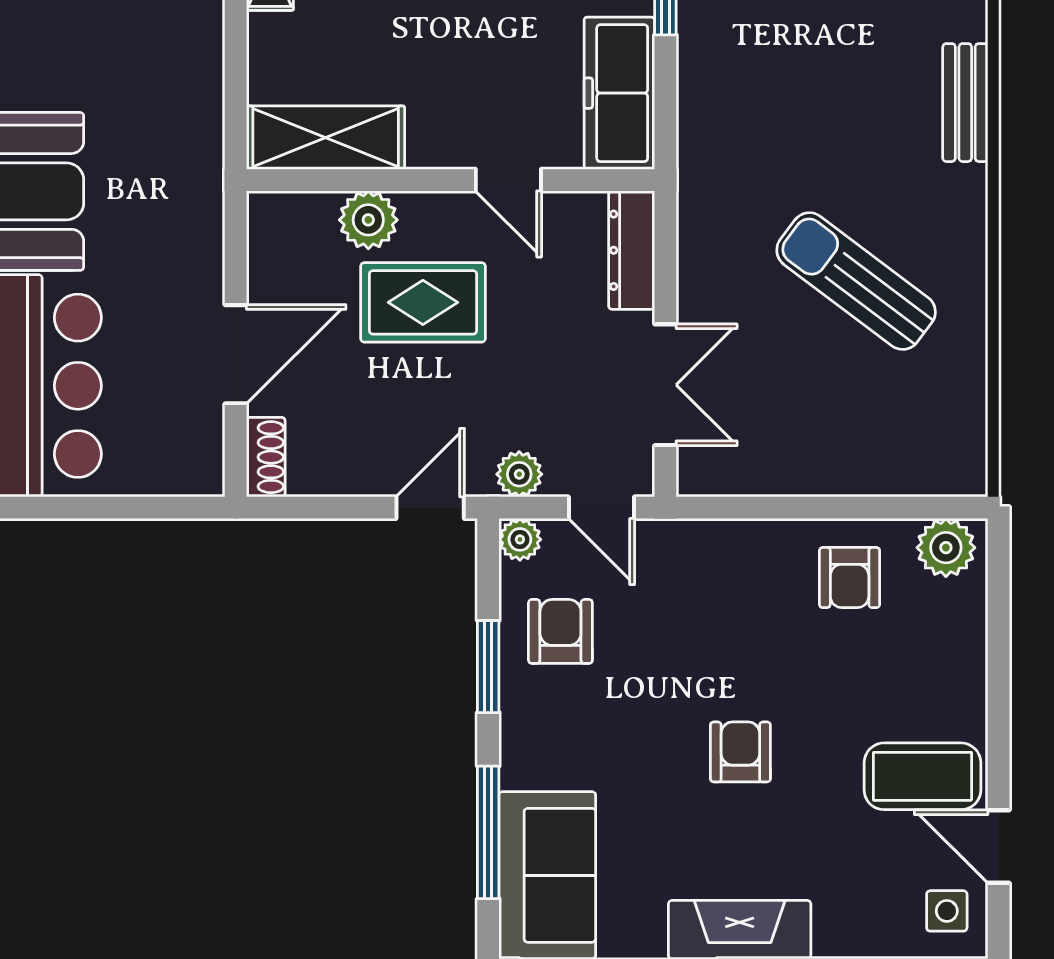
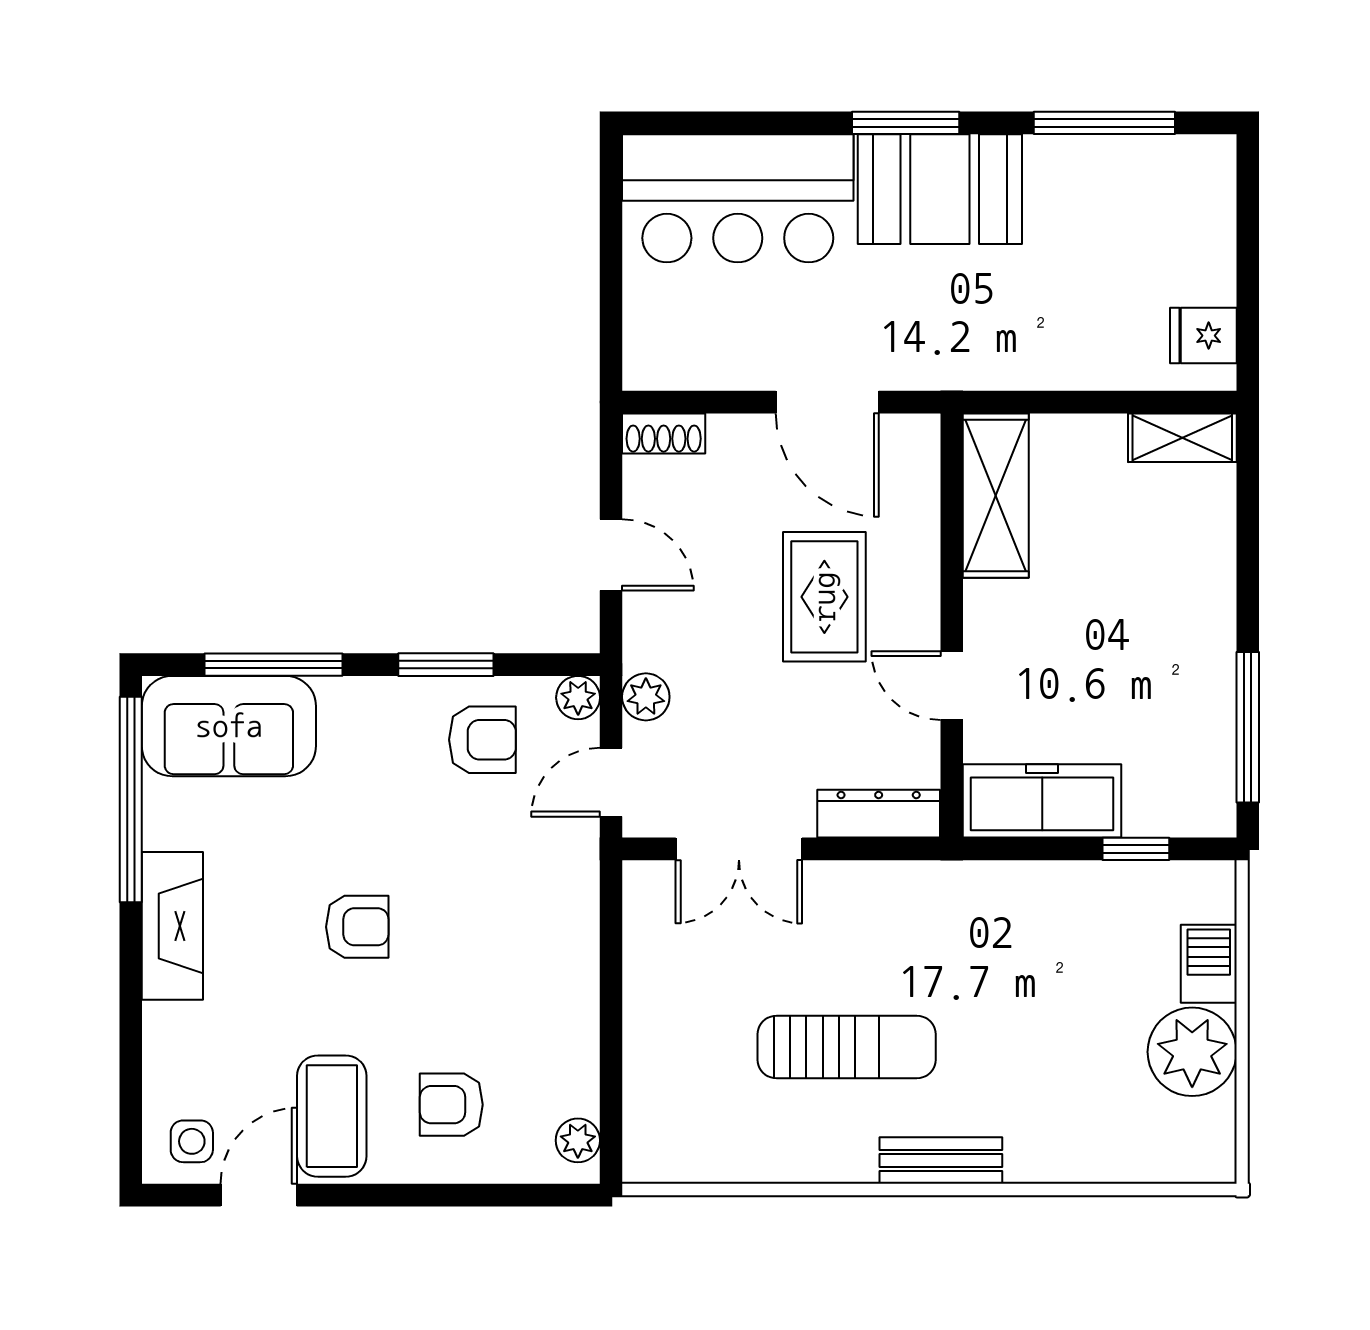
bench: (965, 103) -> (941, 1161), moved
door: (508, 180) -> (952, 686), hinge flipped
plant: (368, 220) -> (910, 540), removed
sun lounger: (856, 281) -> (847, 1047), turned 53
door: (236, 354) -> (827, 402), moved
door: (430, 508) -> (611, 555), moved
plant: (946, 548) -> (578, 1140), width x0.73, depth x0.73
armchair: (850, 578) -> (451, 1105), moved

